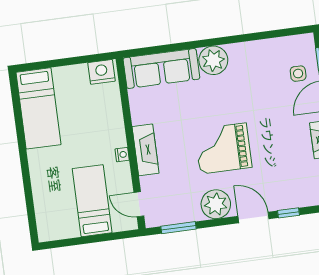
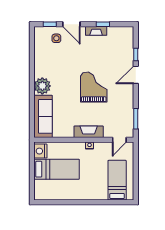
bed: (38, 108) -> (57, 169), moved
grand piano: (223, 148) -> (94, 87), turned 180
bed: (92, 201) -> (117, 180), moved, turned 90
plant: (216, 204) -> (125, 96), removed

